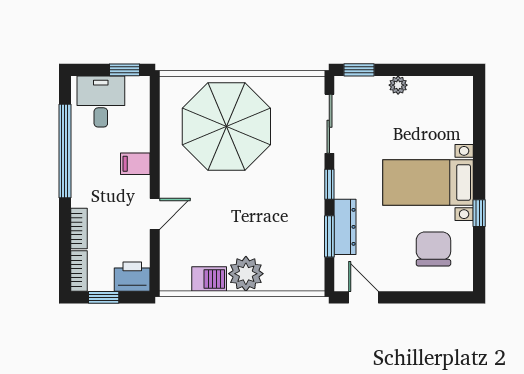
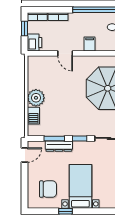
barbecue: (209, 279) -> (33, 116), moved

